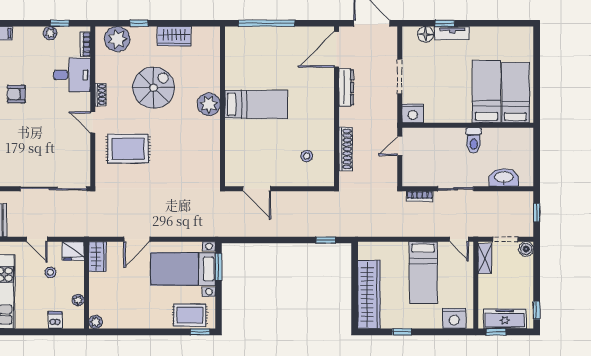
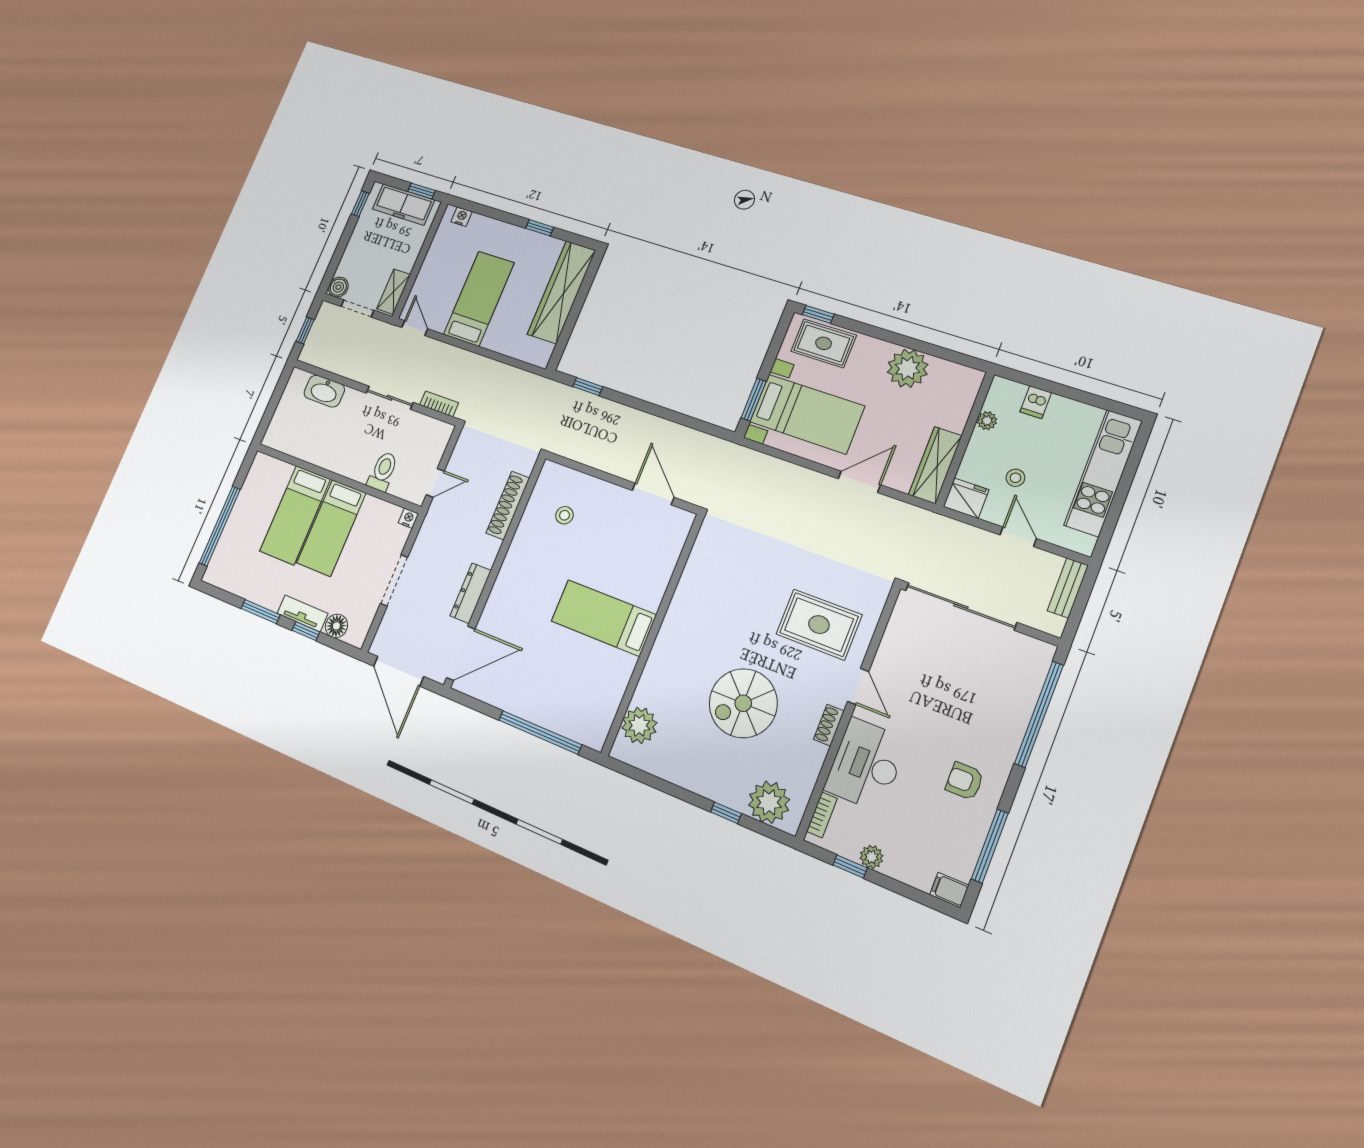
window: (481, 23) -> (261, 612), added
wardrobe: (174, 36) -> (681, 770), removed
window: (537, 65) -> (220, 526), added
desk: (72, 75) -> (866, 765), width x1.37
bed: (515, 93) -> (331, 528), moved
armchair: (16, 94) -> (965, 781), turned 180
plant: (209, 104) -> (639, 725), moved
nightstand: (413, 113) -> (408, 518), width x0.53, depth x0.56
toilet: (474, 140) -> (383, 471), moved
wardrobe: (97, 257) -> (935, 465), width x1.50
nightstand: (454, 318) -> (461, 217), width x0.53, depth x0.56
plant: (96, 322) -> (908, 368), moved, width x1.87, depth x1.87

